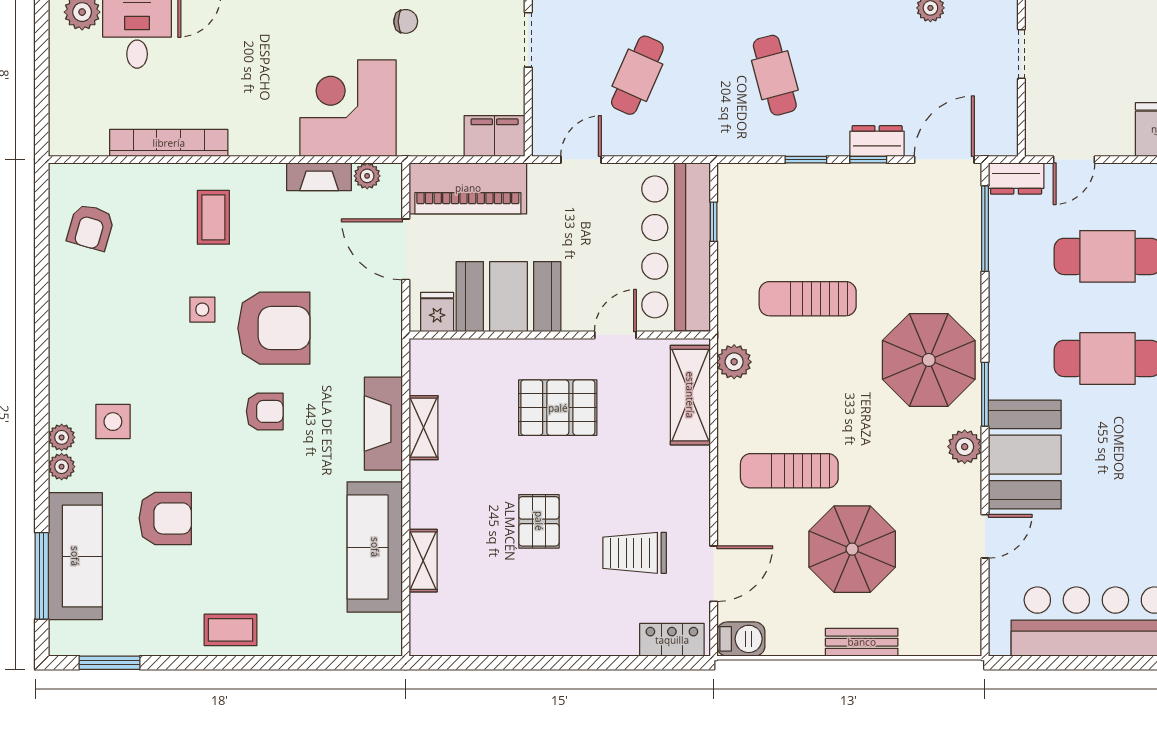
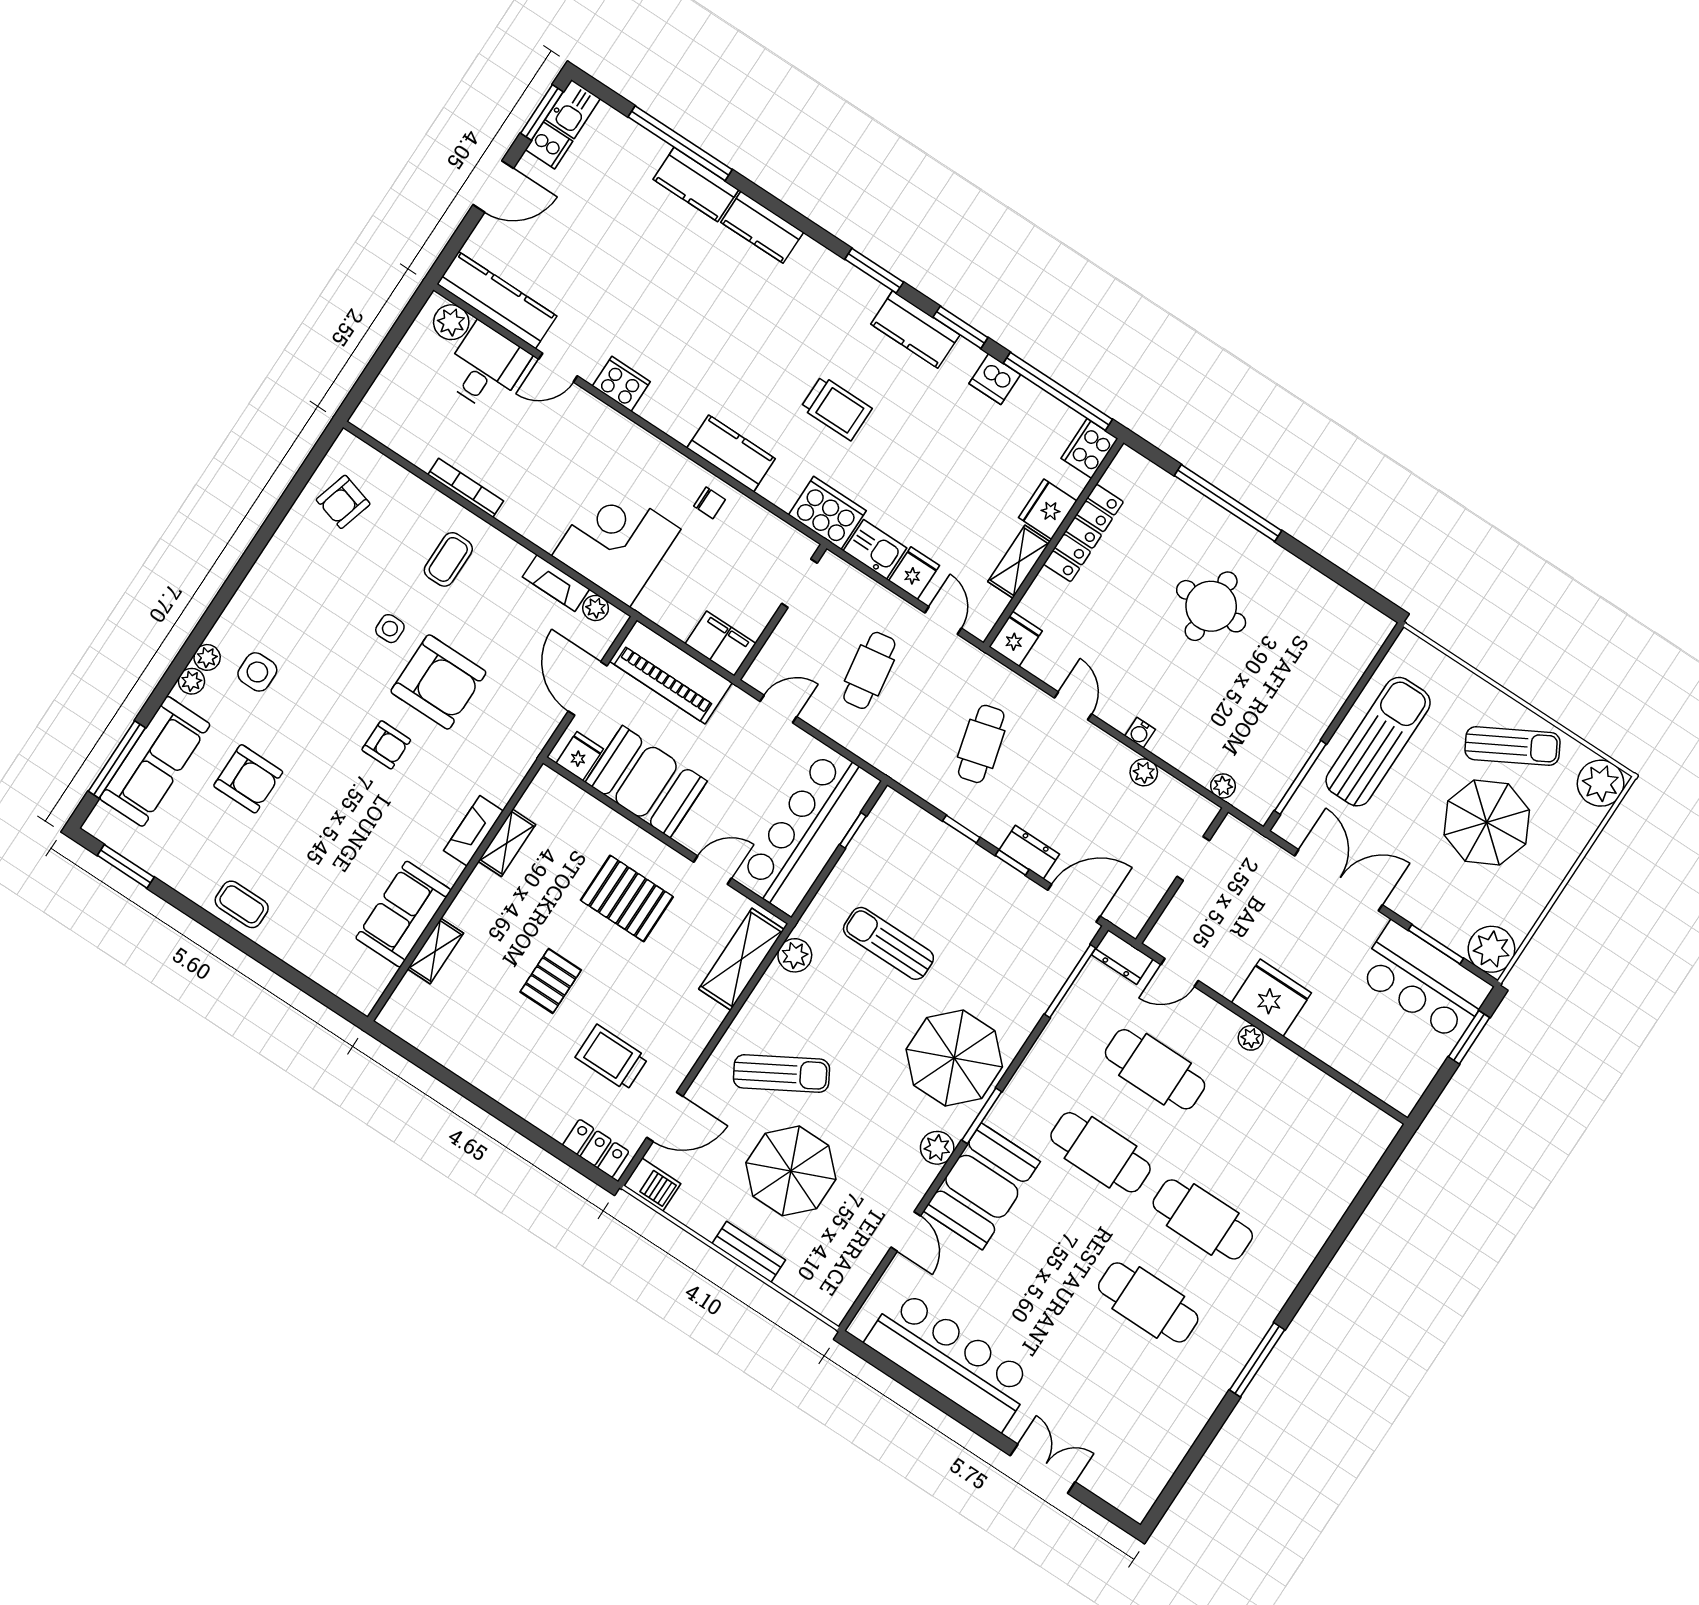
cafe table: (637, 75) -> (869, 670), turned -33
bookcase: (169, 143) -> (466, 488), width x0.68, depth x0.76
fireplace: (383, 424) -> (473, 831), width x0.73, depth x0.76
sun lounger: (789, 471) -> (782, 1074), turned 150
door: (985, 536) -> (906, 1232), hinge flipped
sofa: (375, 547) -> (403, 914), width x0.73

